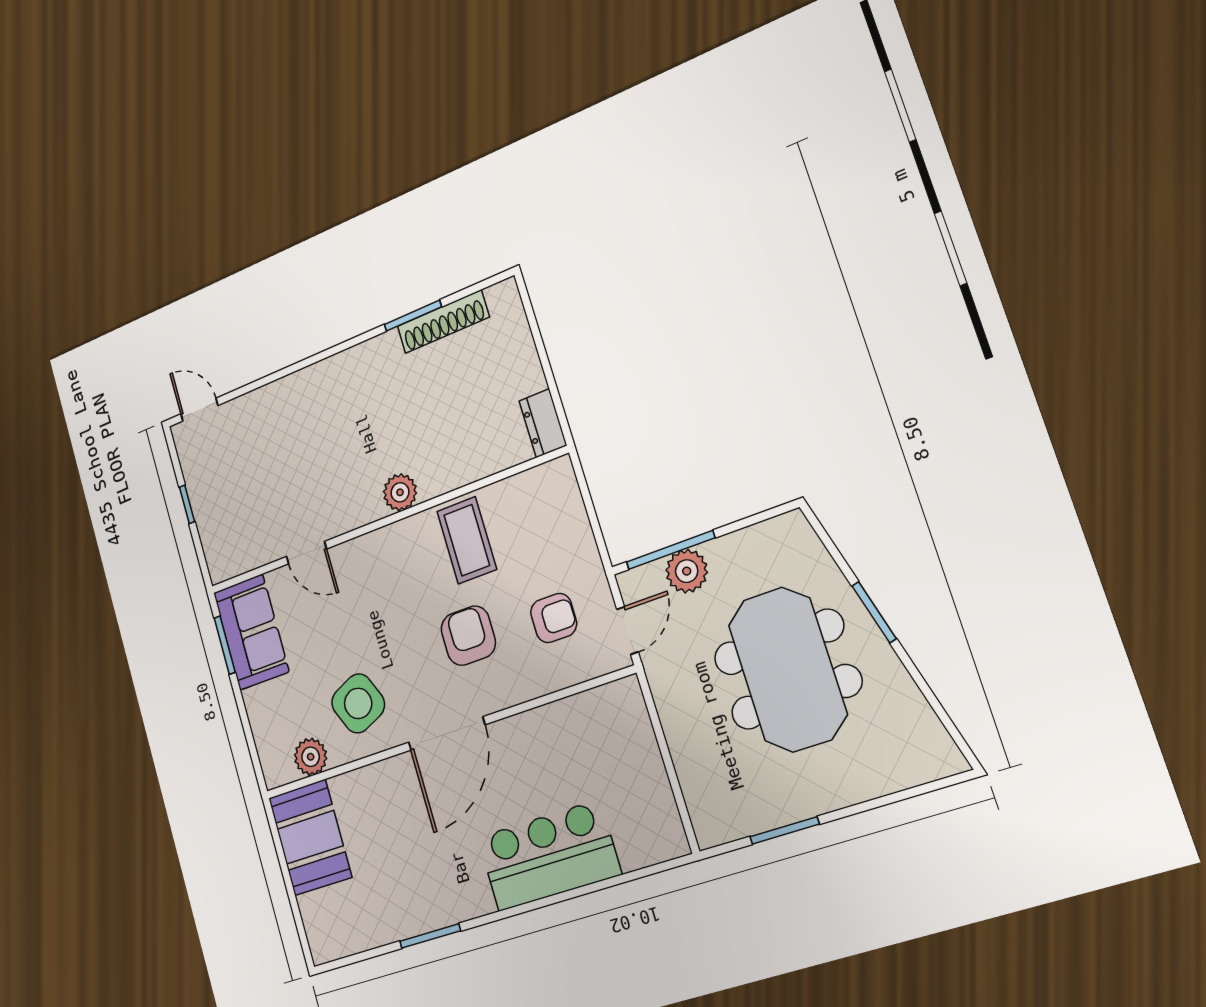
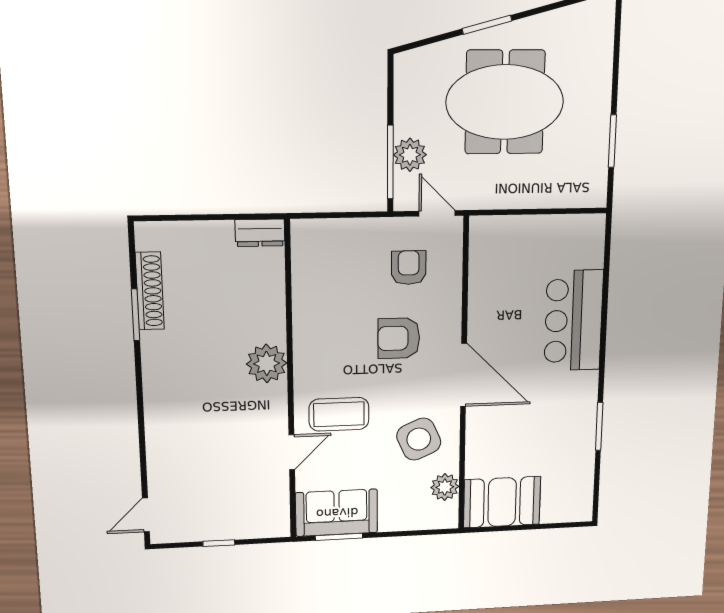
plant: (400, 492) -> (267, 363), width x1.36, depth x1.36
coffee table: (467, 540) -> (339, 414), moved

